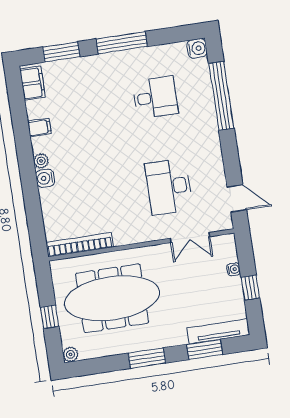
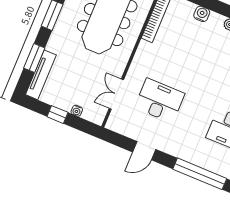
water cooler: (45, 178) -> (202, 14), moved
door: (237, 198) -> (144, 151), moved

